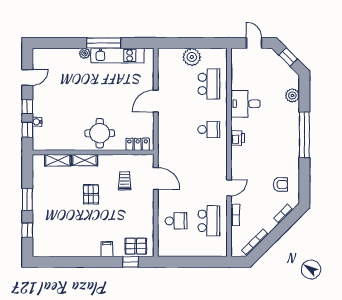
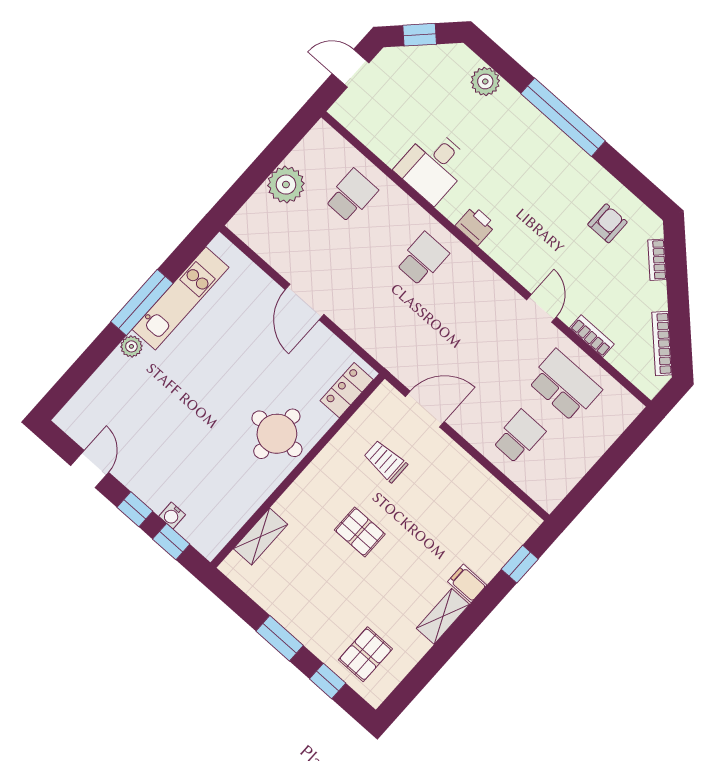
school desk: (209, 84) -> (351, 195), width x0.54
shelving: (85, 160) -> (443, 616), moved
pallet: (136, 246) -> (365, 654), moved

